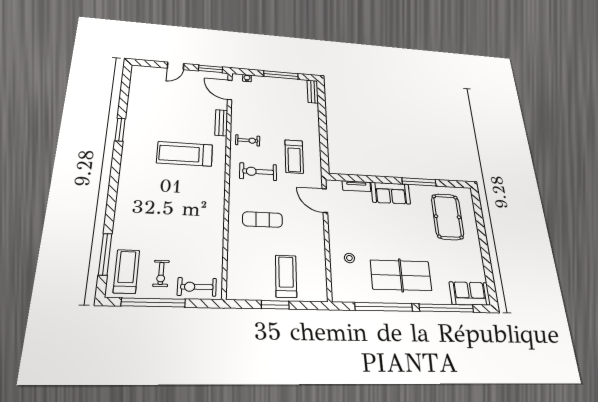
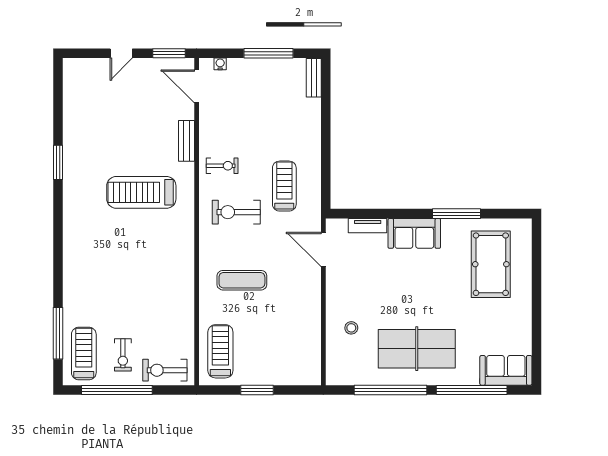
treadmill: (294, 157) -> (284, 186), turned 180
treadmill: (286, 276) -> (220, 351), moved

